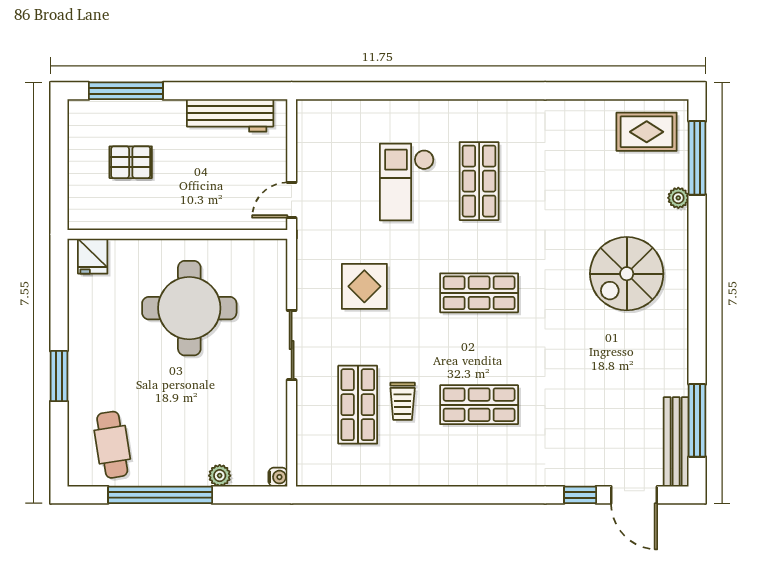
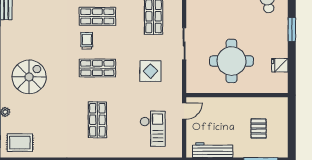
pallet: (131, 162) -> (259, 129), turned 90
checkout: (407, 182) -> (153, 129), moved
fridge: (93, 256) -> (280, 65), moved, turned -90
trolley: (403, 401) -> (87, 41), moved

